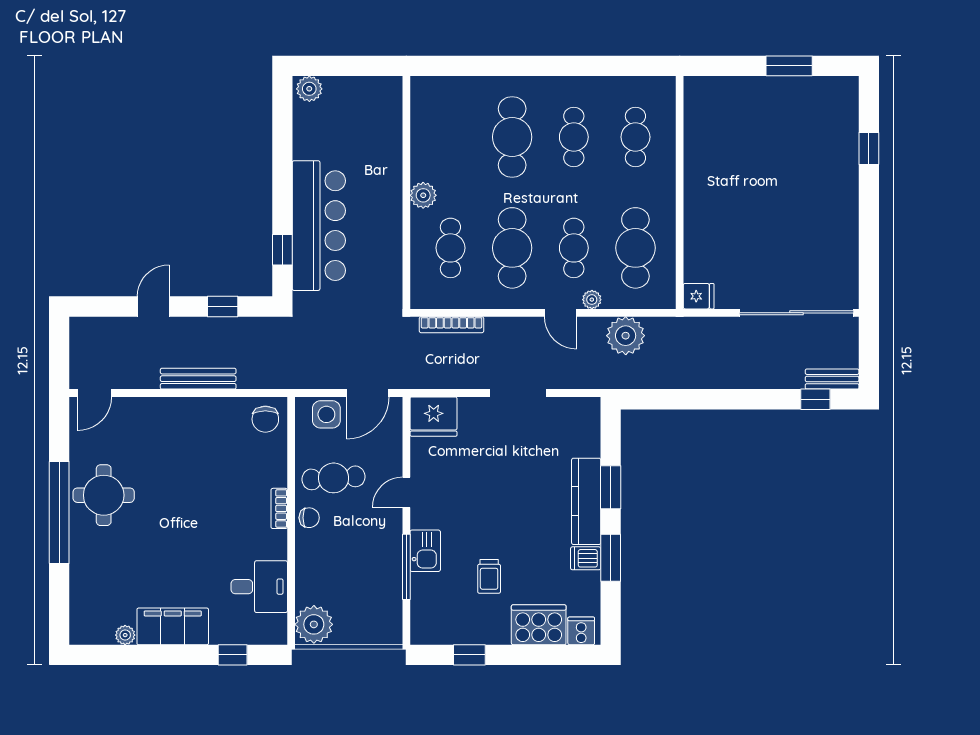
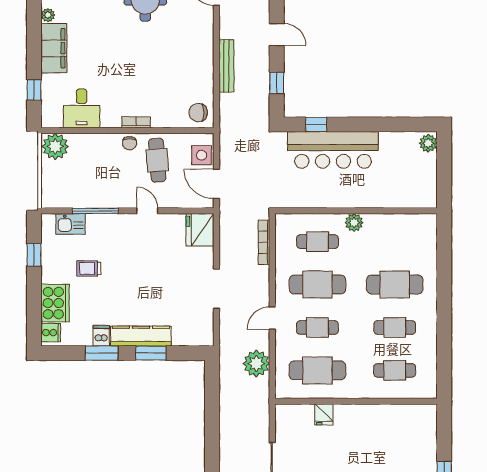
fridge: (699, 296) -> (324, 414), moved
plant: (592, 300) -> (281, 340), removed
kitchen sink: (425, 551) -> (71, 224), moved

